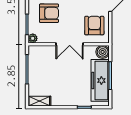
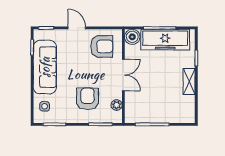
armchair: (94, 26) -> (102, 46), turned 180
plant: (33, 38) -> (117, 105), moved
shelving: (39, 101) -> (189, 82), moved

